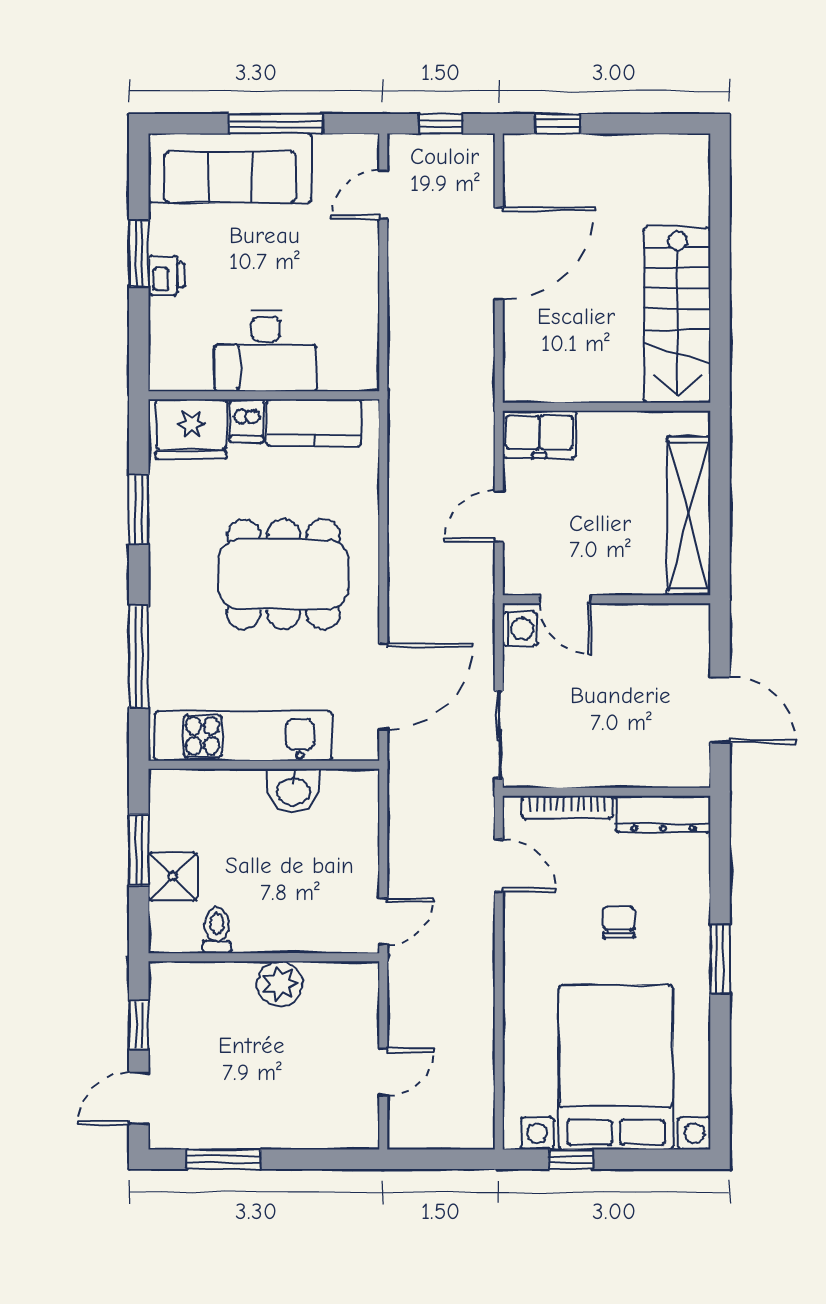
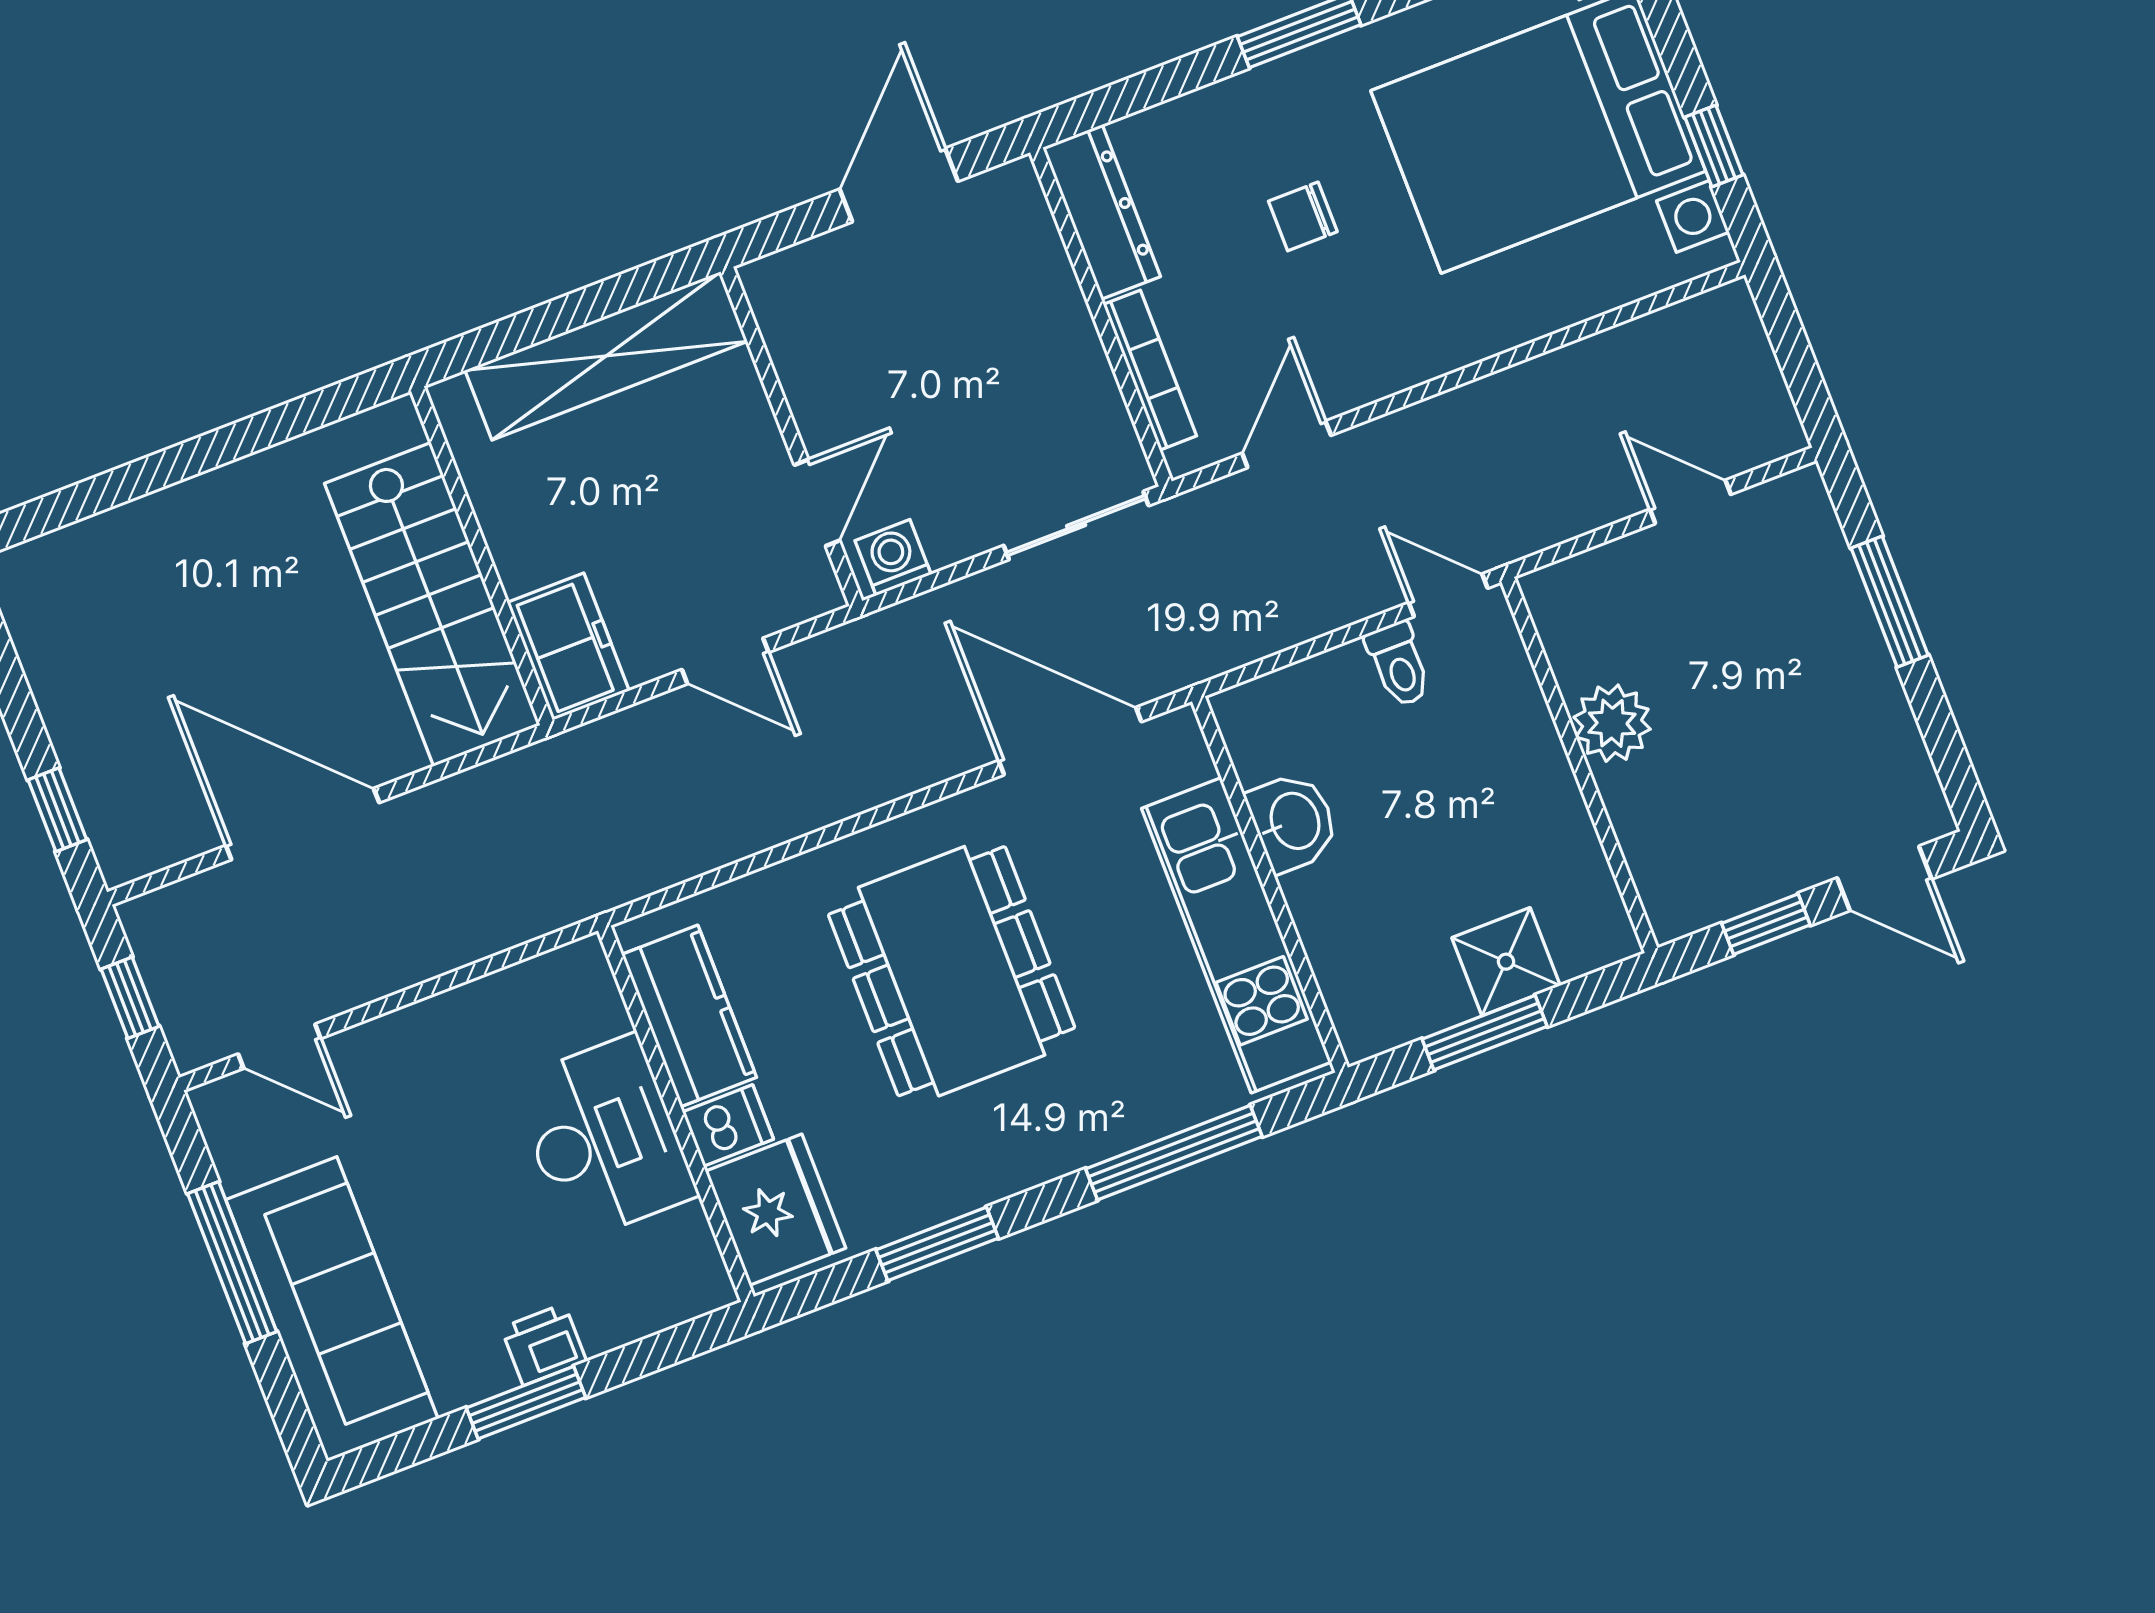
stairs: (677, 315) -> (432, 604), moved, turned 90
toilet: (217, 930) -> (1399, 664), moved, turned -90
window: (224, 1159) -> (1890, 602), moved

